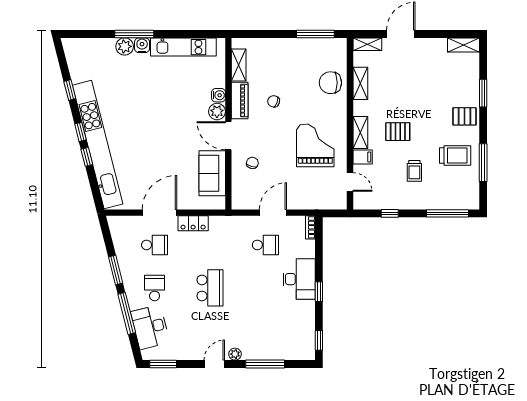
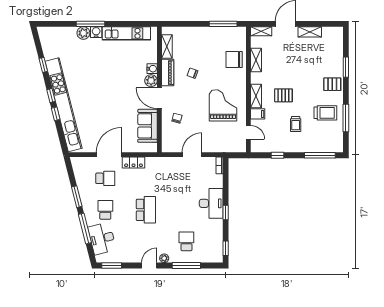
shelving: (463, 45) -> (310, 32), moved
school desk: (265, 245) -> (186, 241), moved, turned -90

